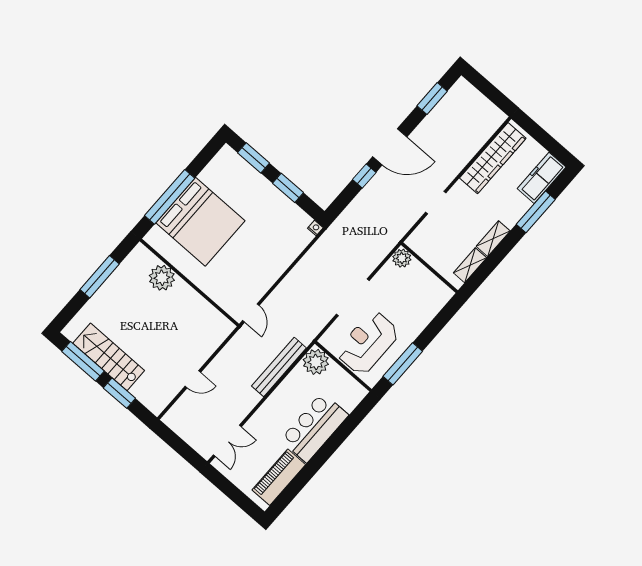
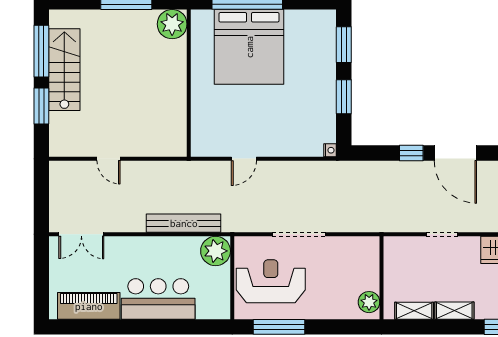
plant: (402, 258) -> (369, 302), moved
plant: (162, 278) -> (172, 24), moved
door: (251, 313) -> (244, 159), moved

